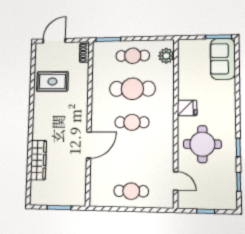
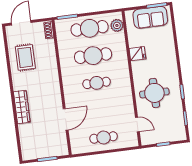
cafe table: (133, 56) -> (90, 28), width x1.37, depth x1.35
sofa: (223, 59) -> (150, 17), moved, turned -90
rug: (52, 81) -> (25, 57), turned 90
fridge: (187, 108) -> (137, 54), moved
door: (89, 145) -> (66, 119), moved
wardrobe: (38, 160) -> (22, 107), moved

